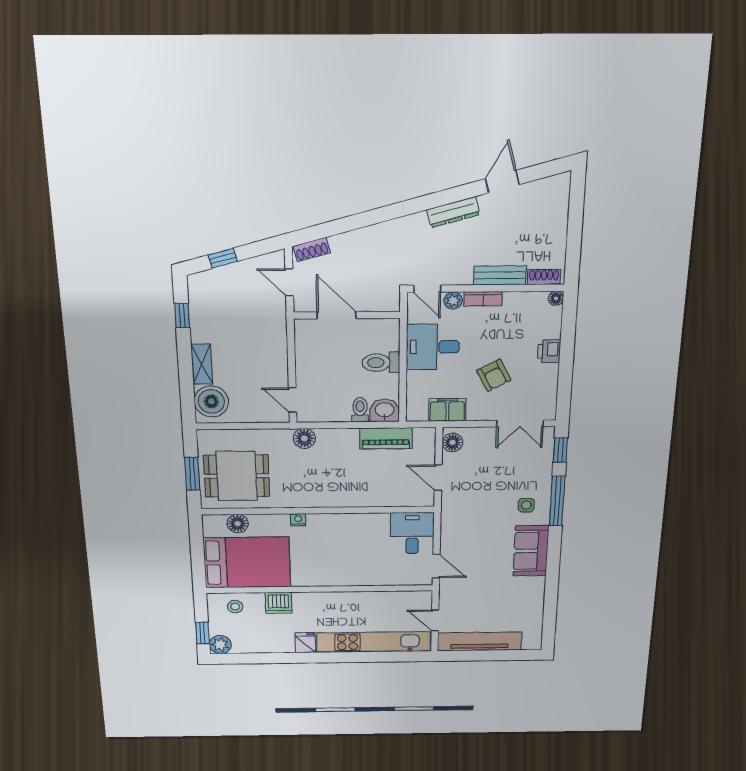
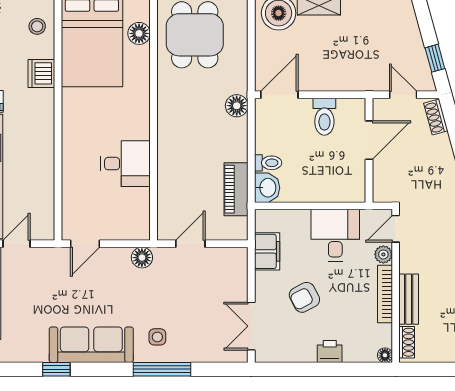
window: (223, 258) -> (435, 58), moved
door: (289, 282) -> (403, 95), hinge flipped
bookcase: (483, 299) -> (385, 294), width x1.56
toilet: (381, 363) -> (324, 117), moved, turned 180
door: (293, 400) -> (279, 95), width x1.38
floor lamp: (452, 442) -> (142, 258), moved
window: (560, 450) -> (56, 369), moved
nightstand: (298, 520) -> (143, 97), removed
desk: (412, 533) -> (125, 164), moved
sofa: (531, 551) -> (91, 345), width x1.36

